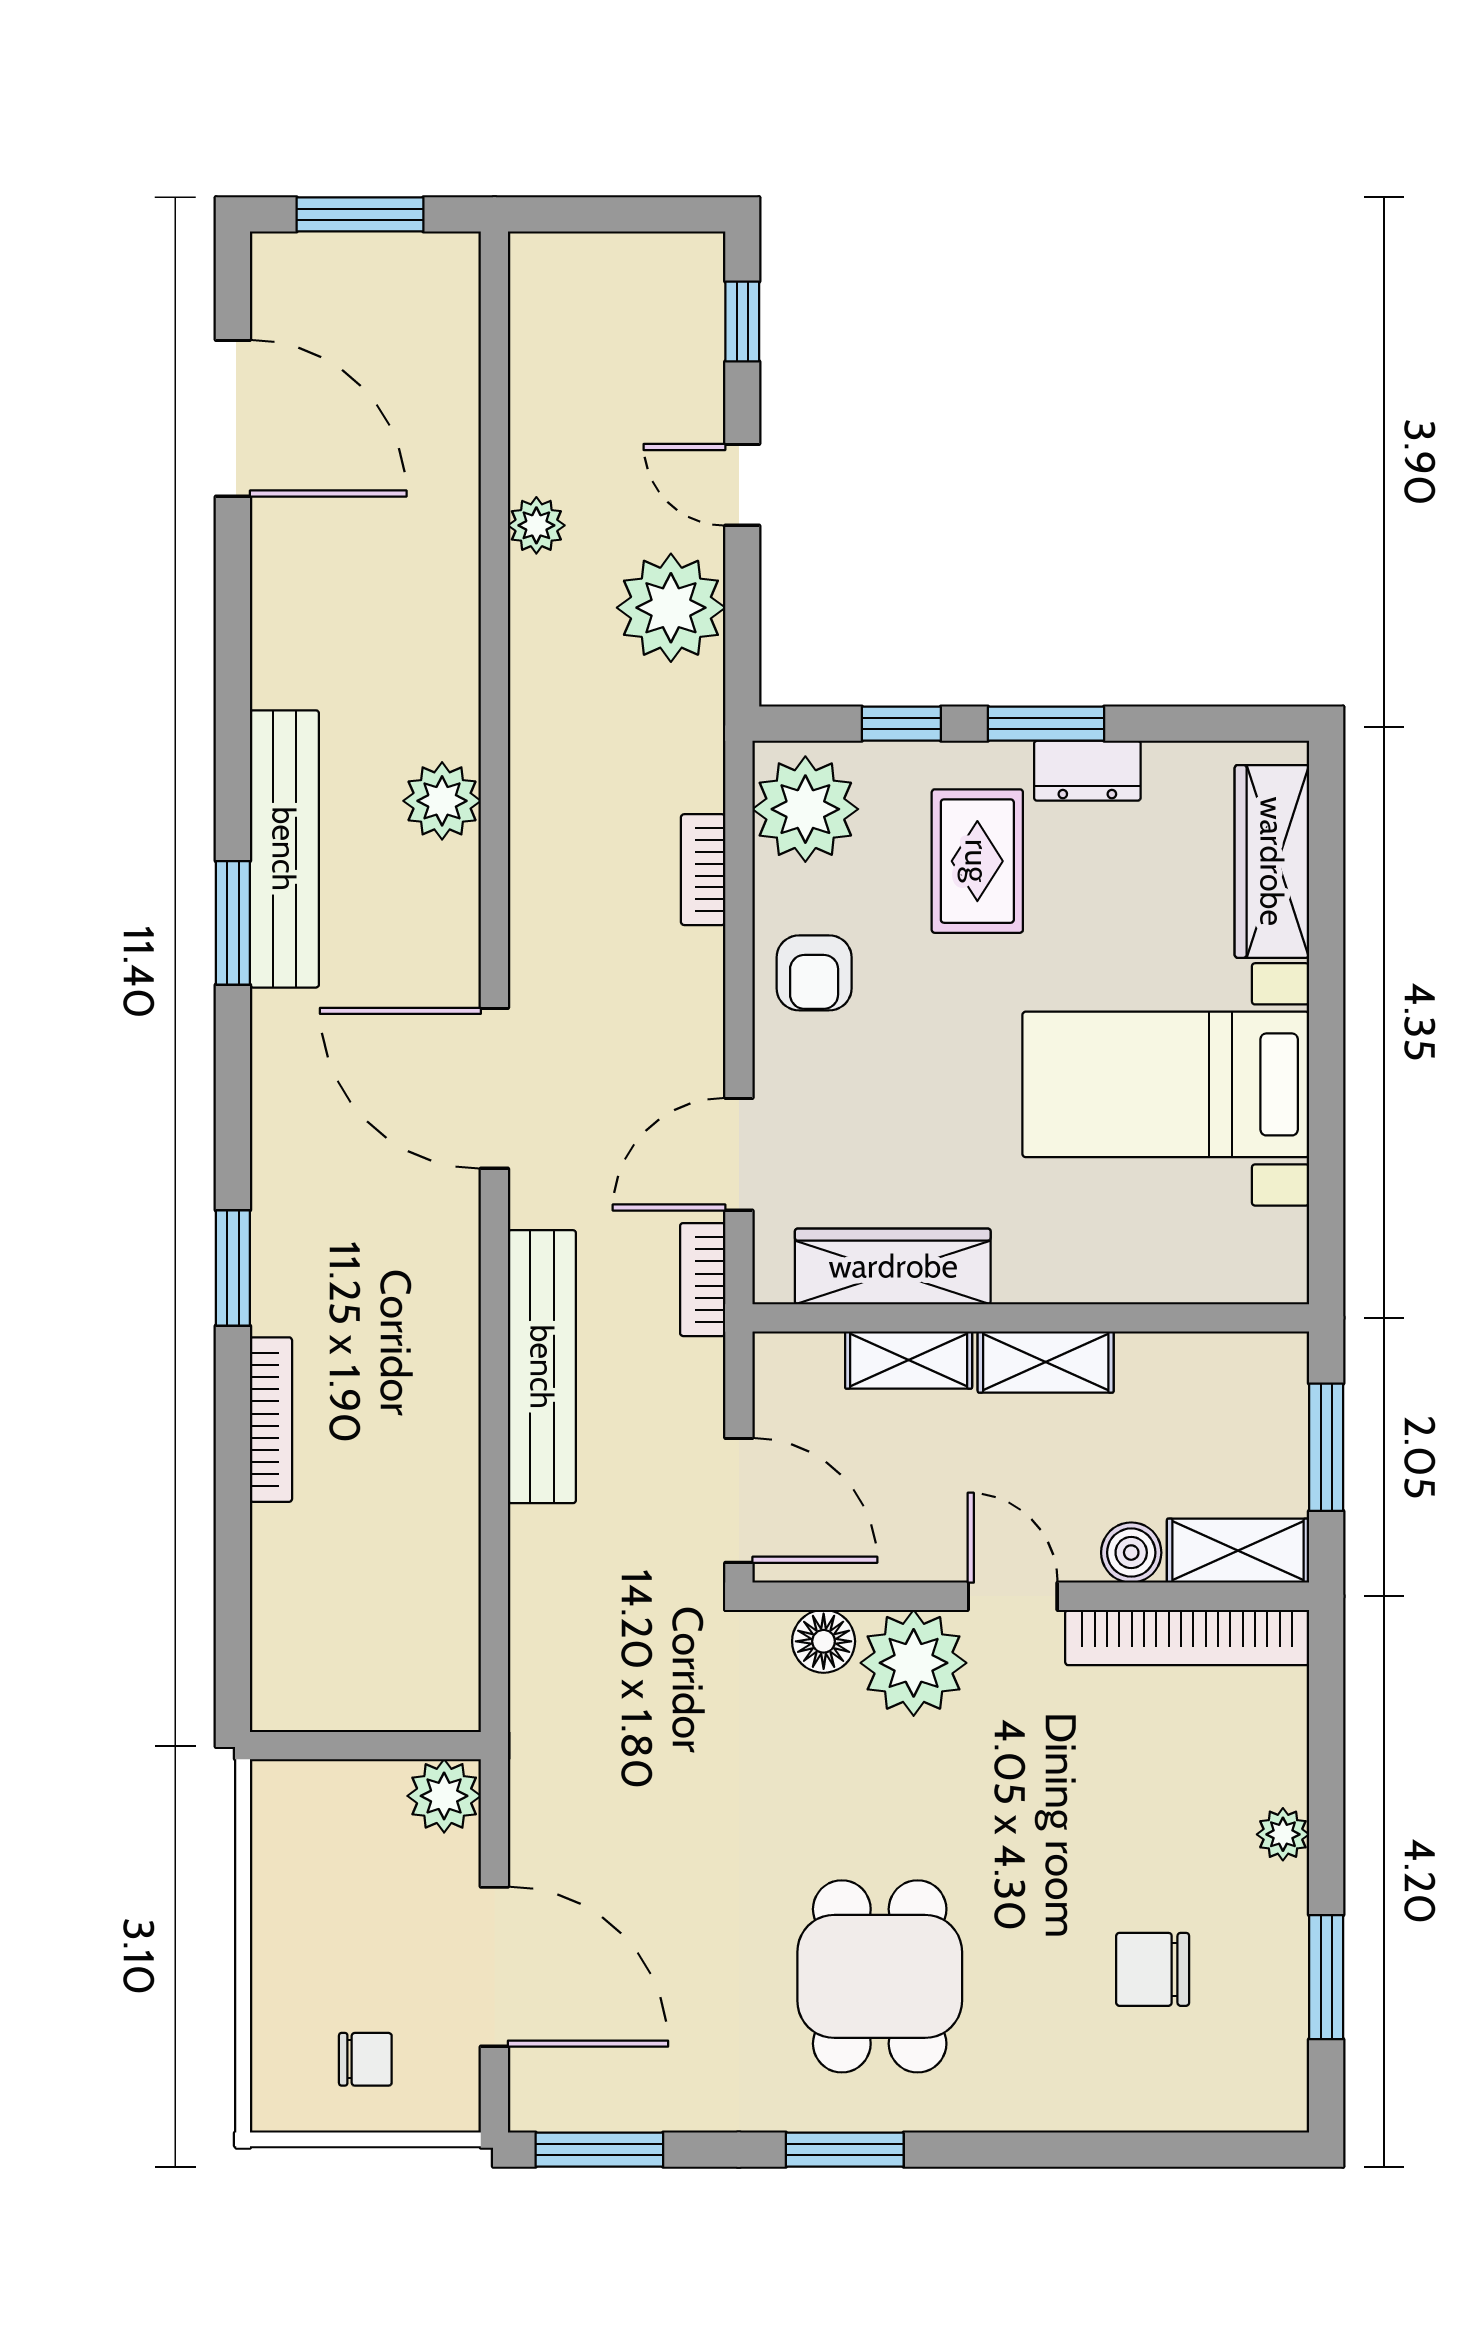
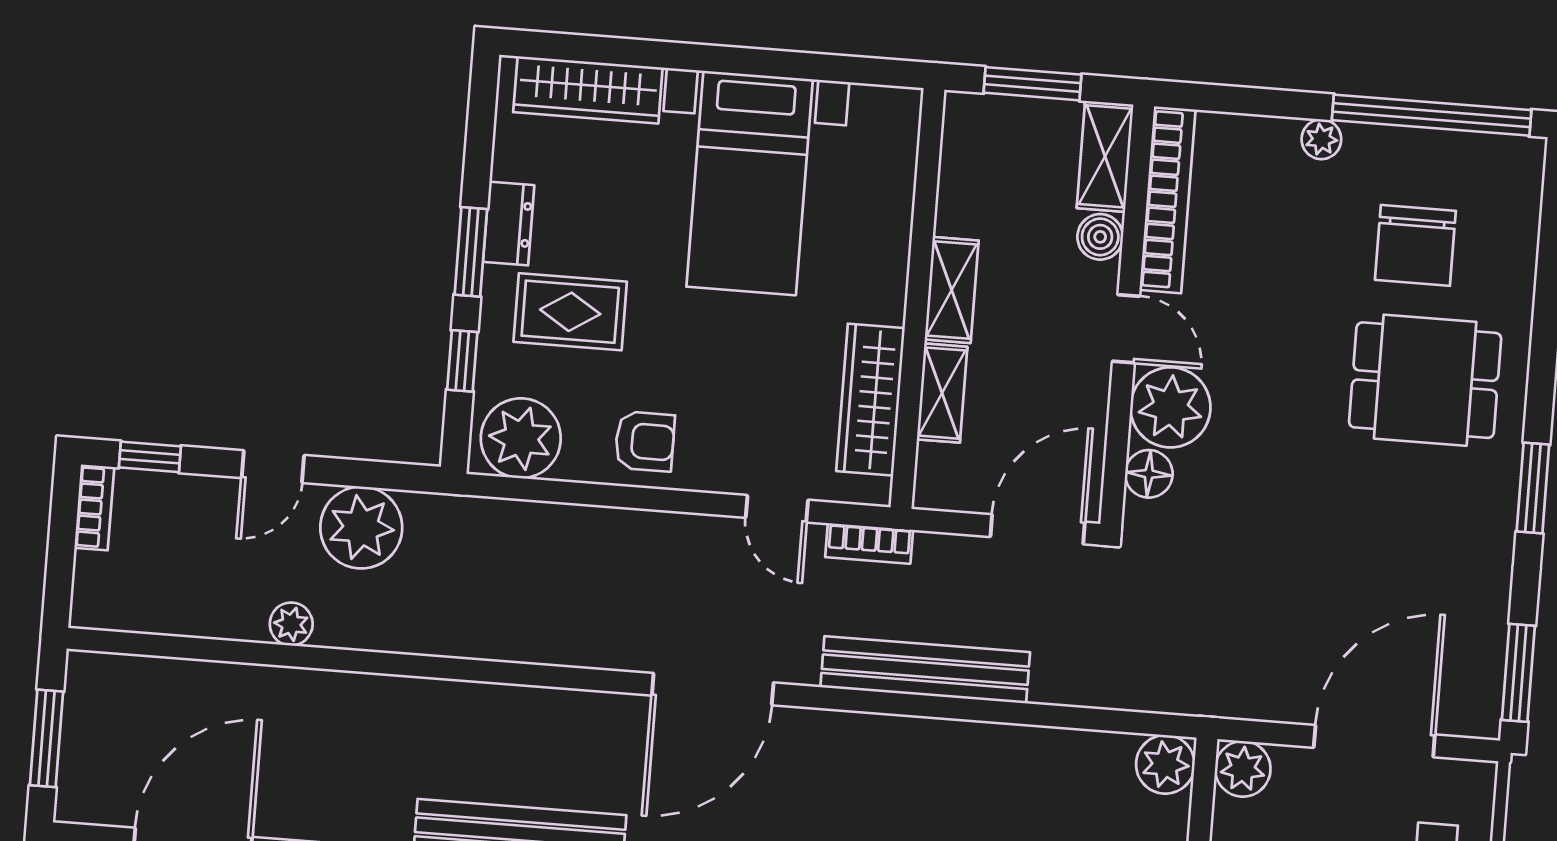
plant: (442, 801) -> (1165, 764), moved
bookcase: (703, 870) -> (94, 507), moved, turned -90
door: (739, 1154) -> (777, 509), width x0.73
door: (1013, 1596) -> (1126, 329), swing flipped
chair: (1153, 1969) -> (1415, 245), width x1.37, depth x1.37
dining table: (880, 1976) -> (1425, 380), moved
window: (1326, 1977) -> (1432, 115), width x2.11

